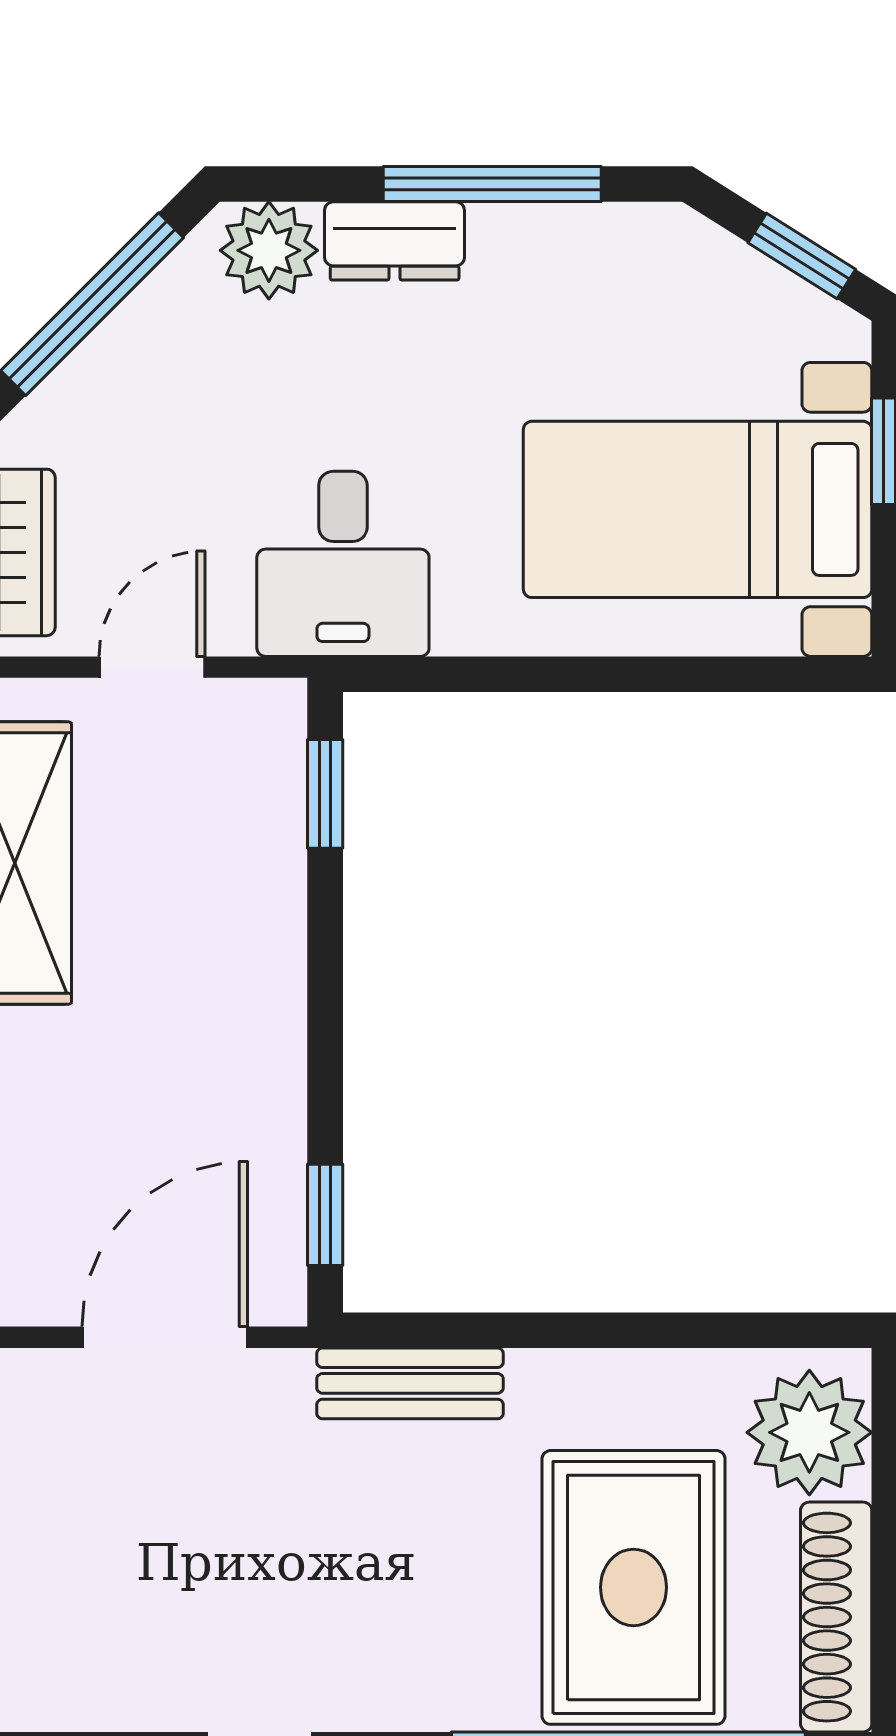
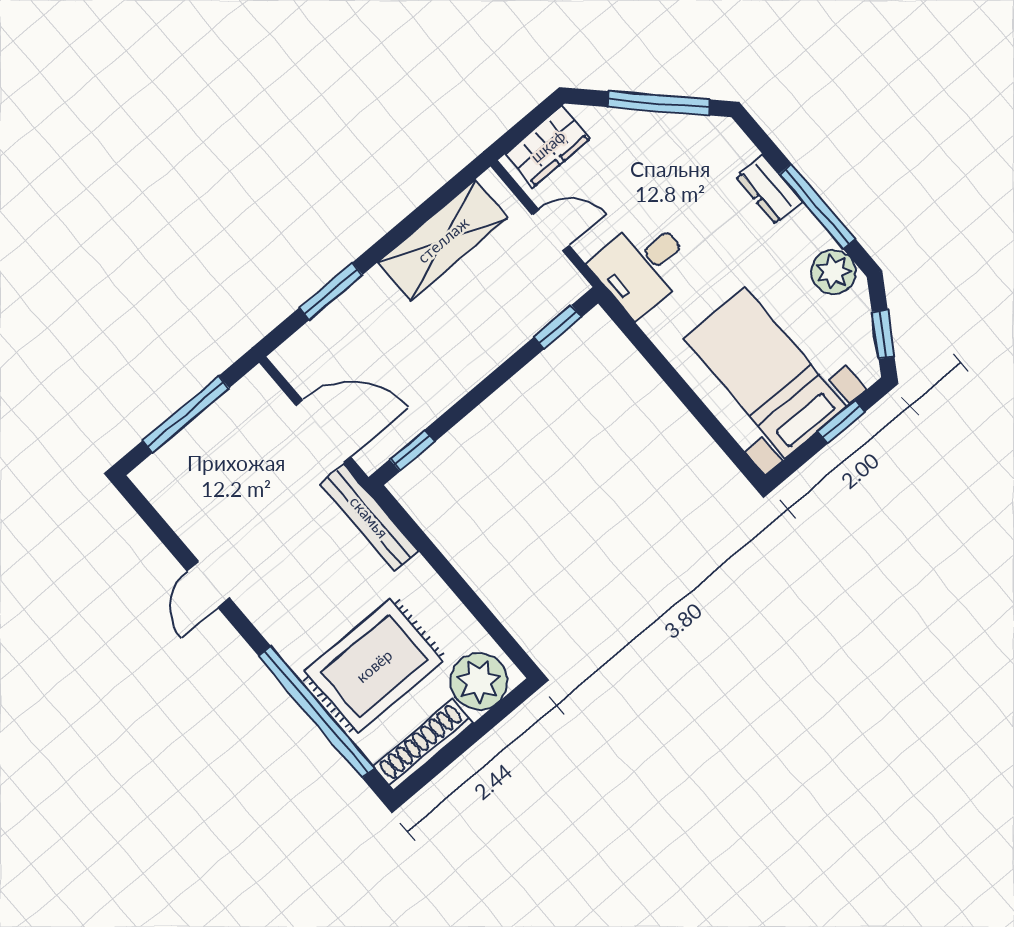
plant: (269, 250) -> (834, 272), moved
bench: (410, 1383) -> (369, 517), width x1.36

